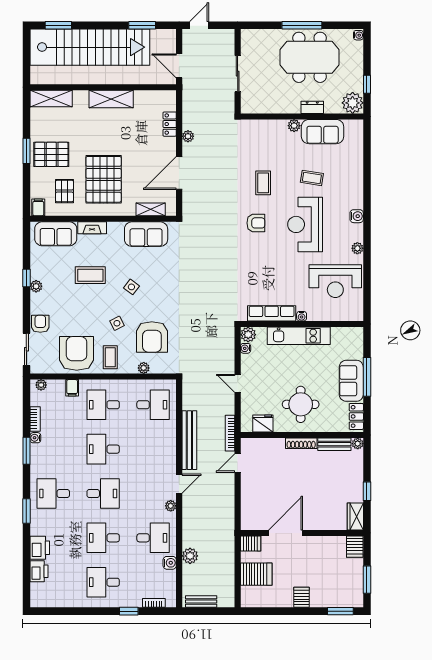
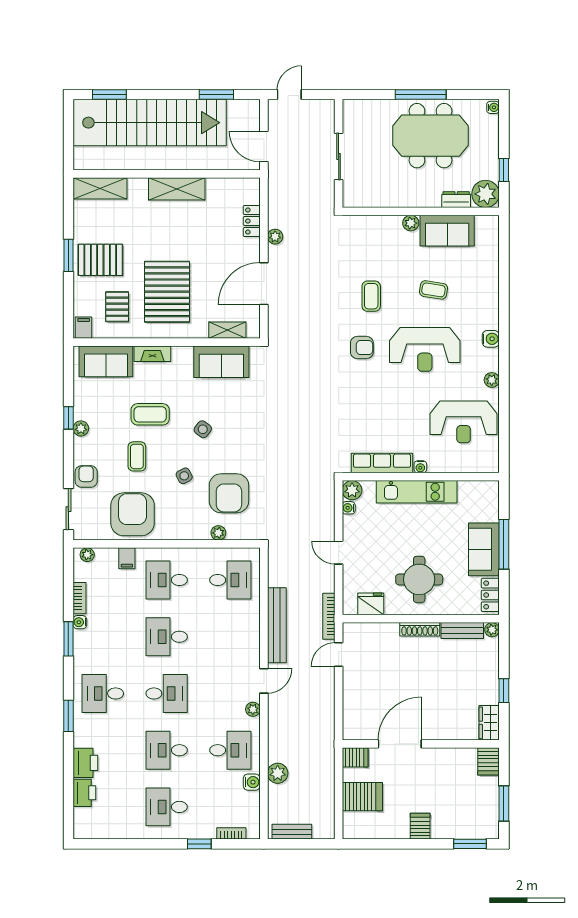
dresser: (312, 107) -> (456, 200), moved
reception desk: (305, 224) -> (425, 349), turned -90
coffee table: (110, 357) -> (137, 456), moved

